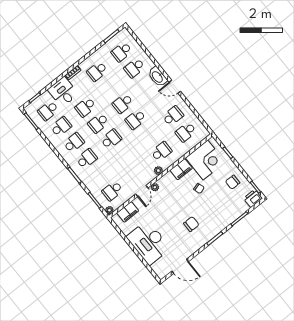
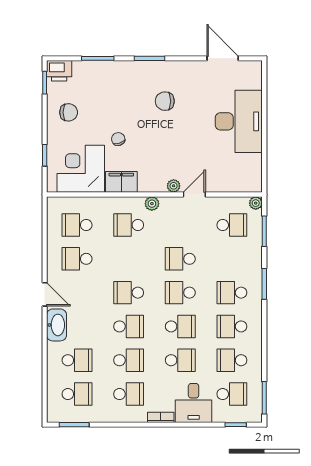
school desk: (110, 87) -> (129, 360), added
school desk: (136, 119) -> (129, 293), turned 180
school desk: (186, 132) -> (77, 225), turned 180
school desk: (124, 155) -> (180, 259), added
filing cabinet: (128, 212) -> (234, 182), removed

